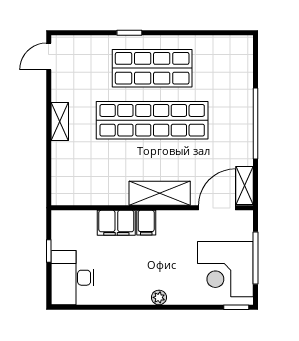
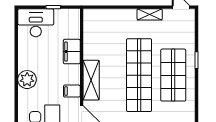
shelving: (60, 122) -> (150, 14), moved
filing cabinet: (146, 223) -> (72, 91), moved
plant: (159, 297) -> (27, 80), width x1.88, depth x1.88

